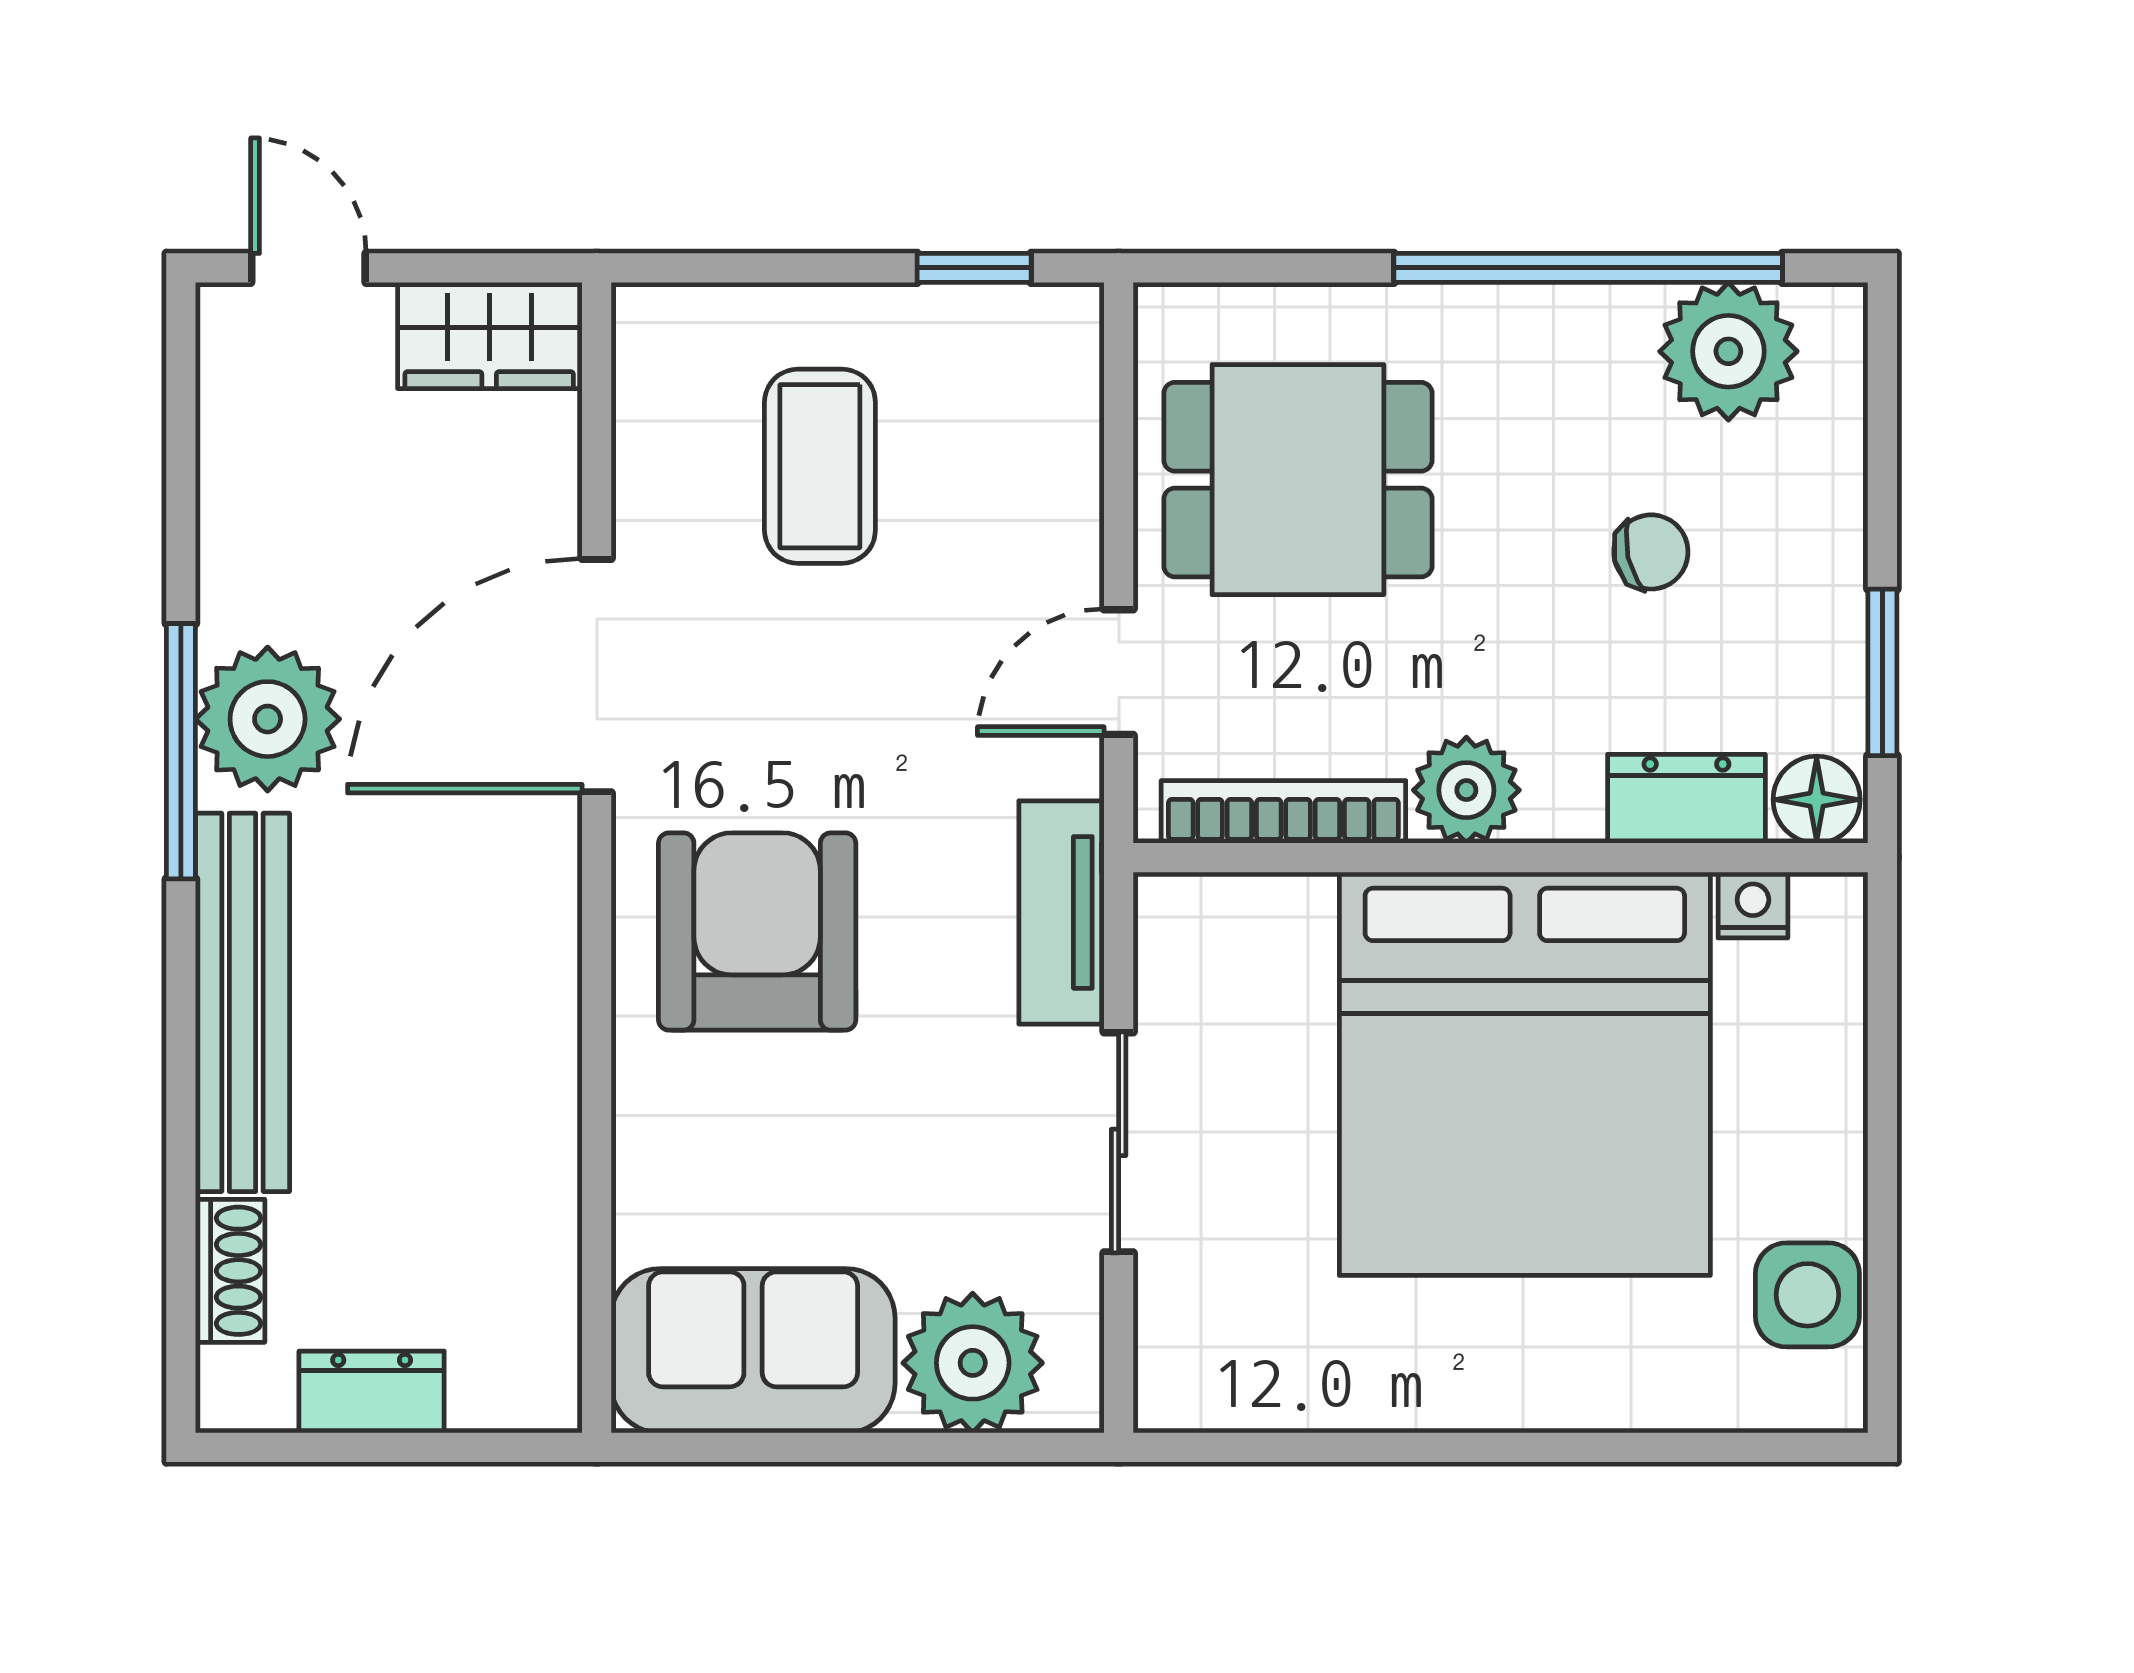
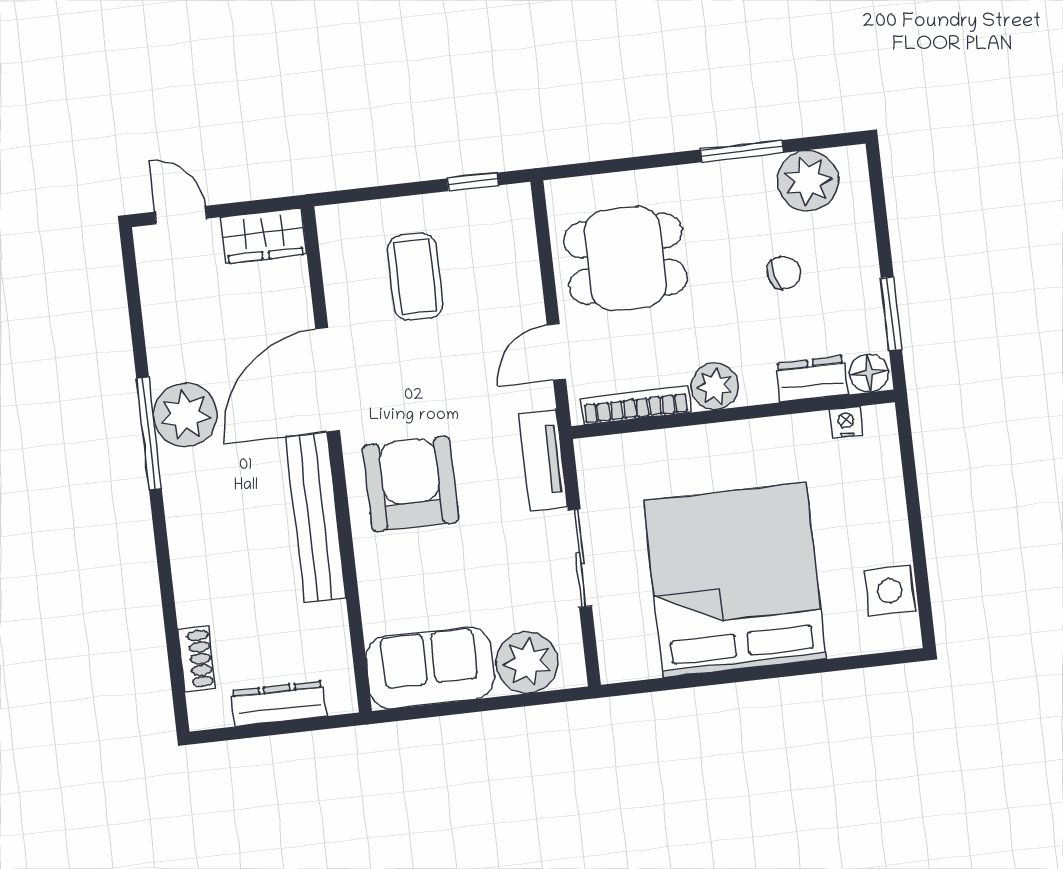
window: (1588, 268) -> (742, 151), width x0.47
bench: (242, 1002) -> (316, 517), moved
bed: (1525, 1074) -> (735, 580), moved, turned 180
dresser: (372, 1392) -> (279, 703), width x1.44

